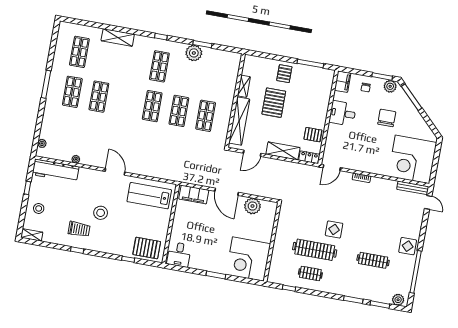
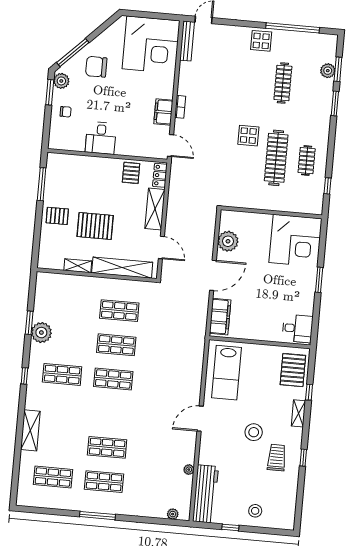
filing cabinet: (343, 82) -> (163, 112), moved, turned -90
chair: (387, 118) -> (96, 67), moved
shelving: (32, 235) -> (298, 413), moved
plant: (398, 300) -> (328, 71), moved

